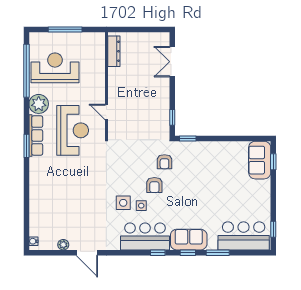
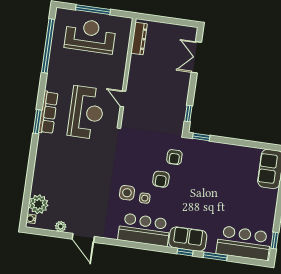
reception desk: (55, 68) -> (90, 36), moved
plant: (39, 104) -> (38, 204), moved
window: (158, 253) -> (155, 248), removed

